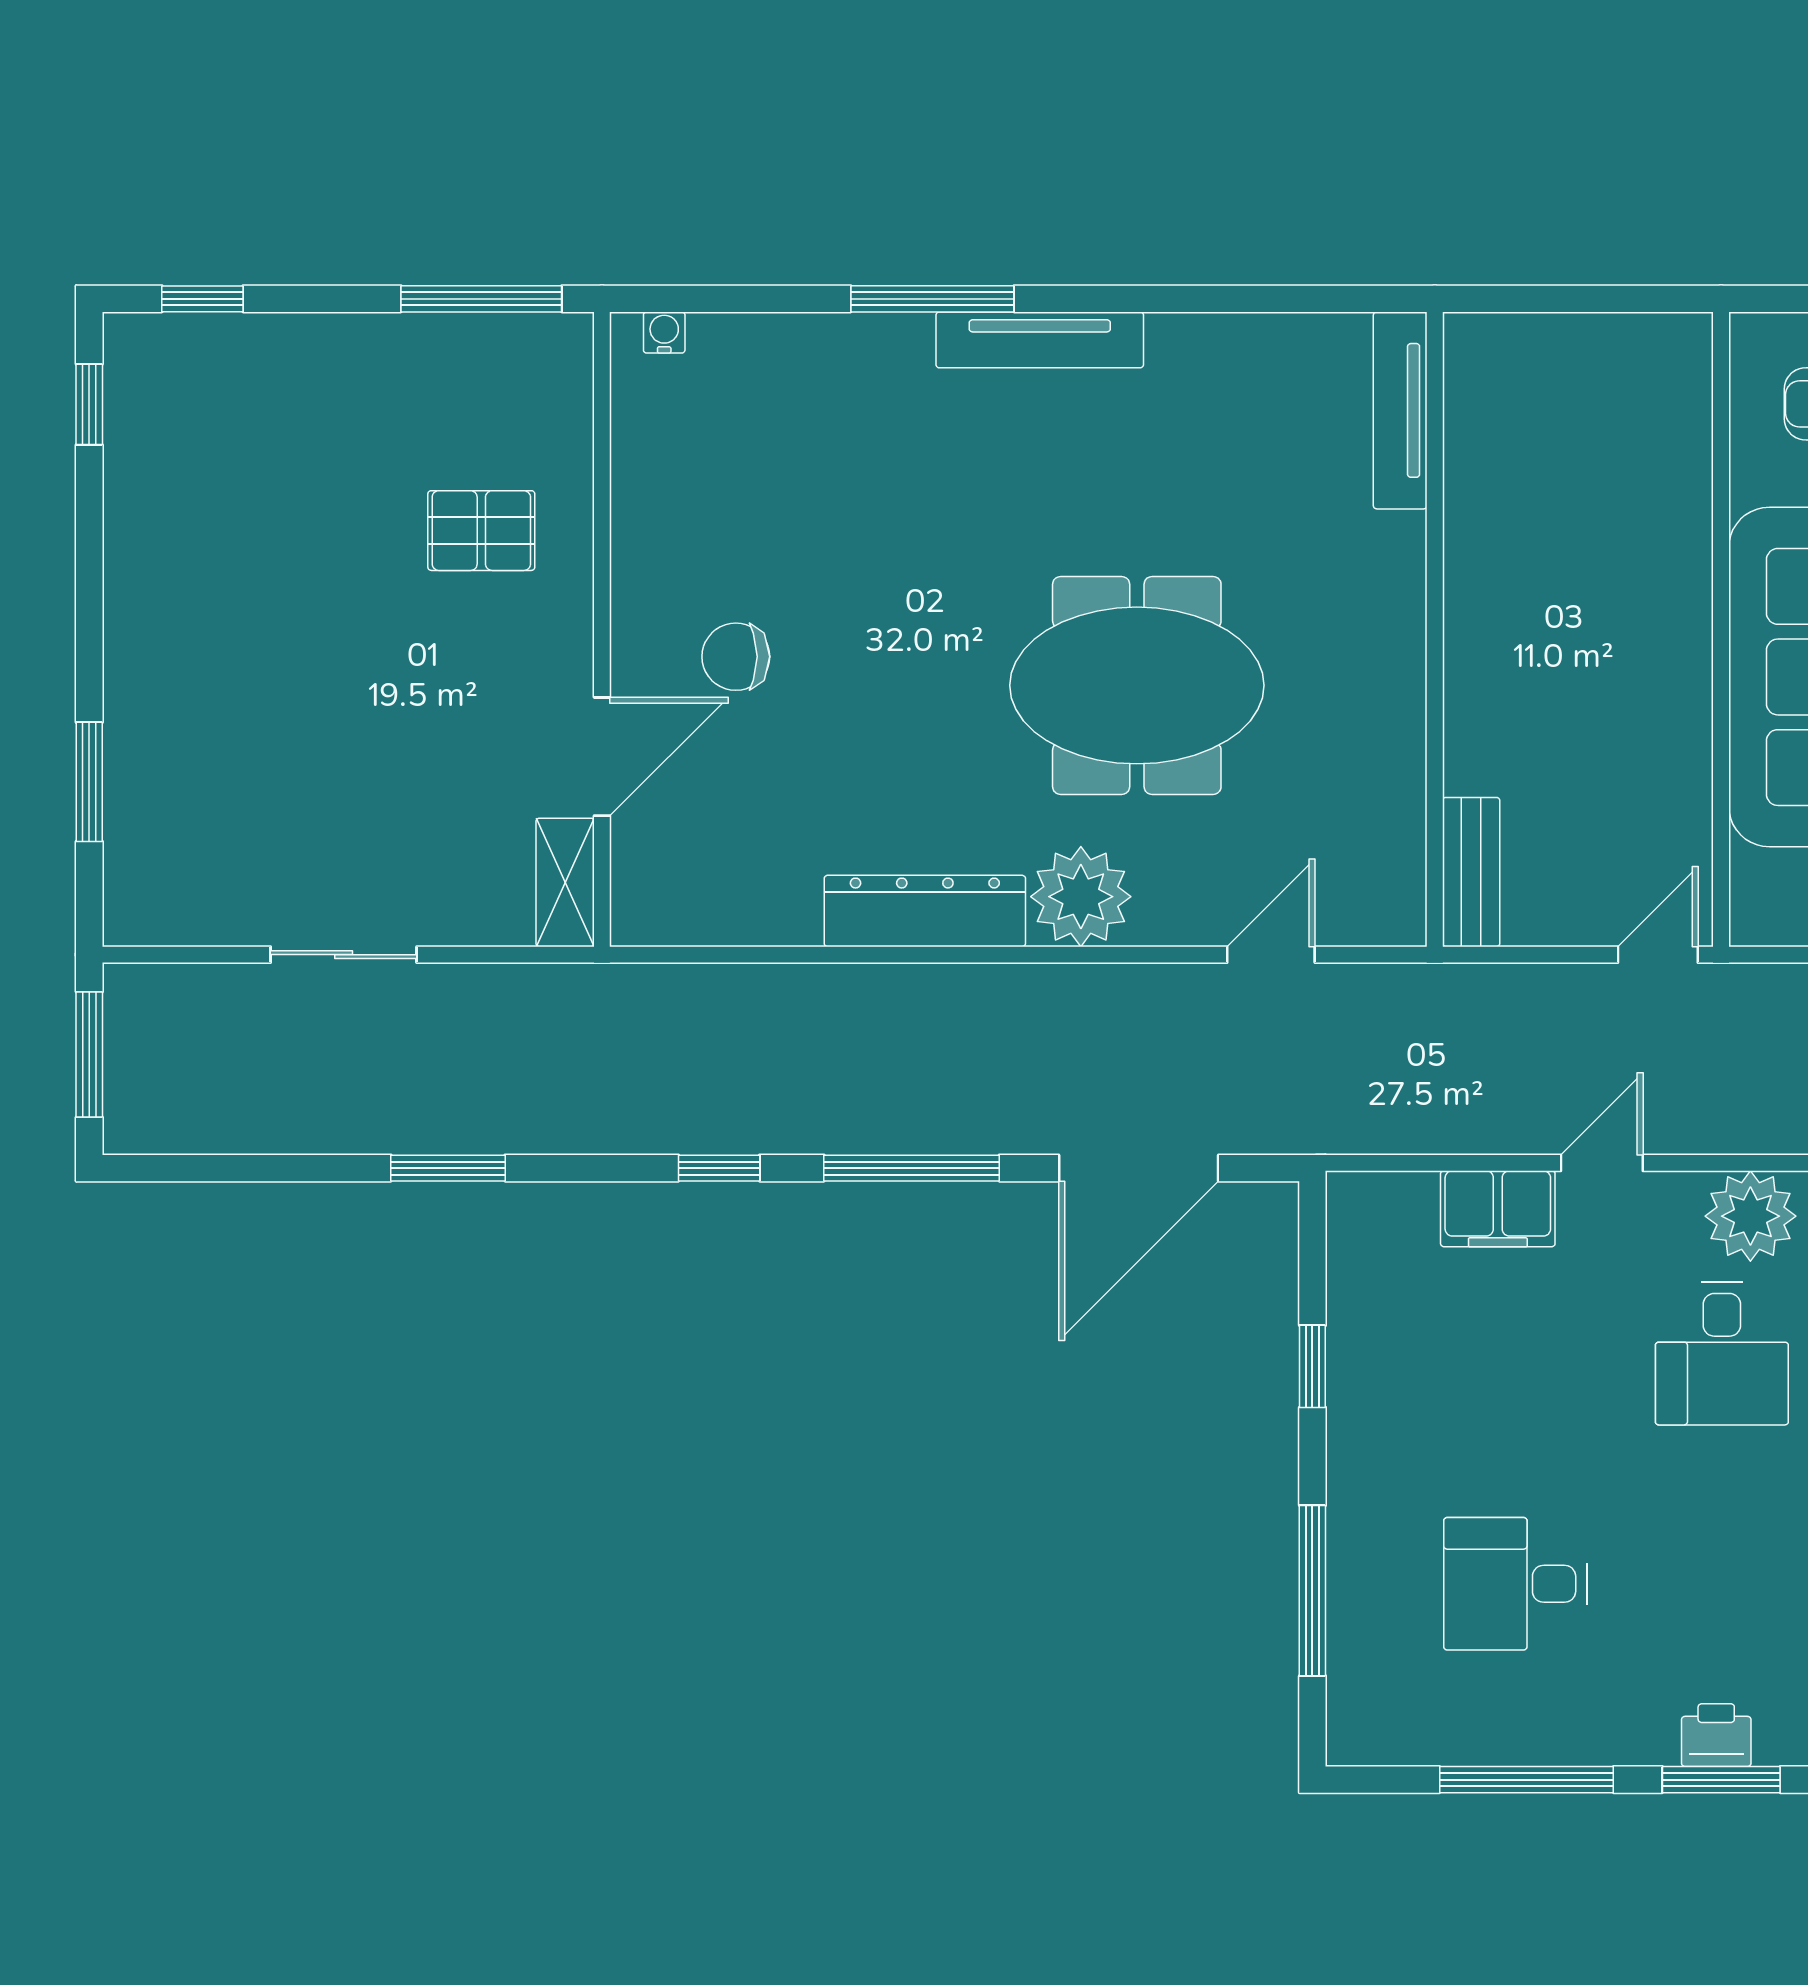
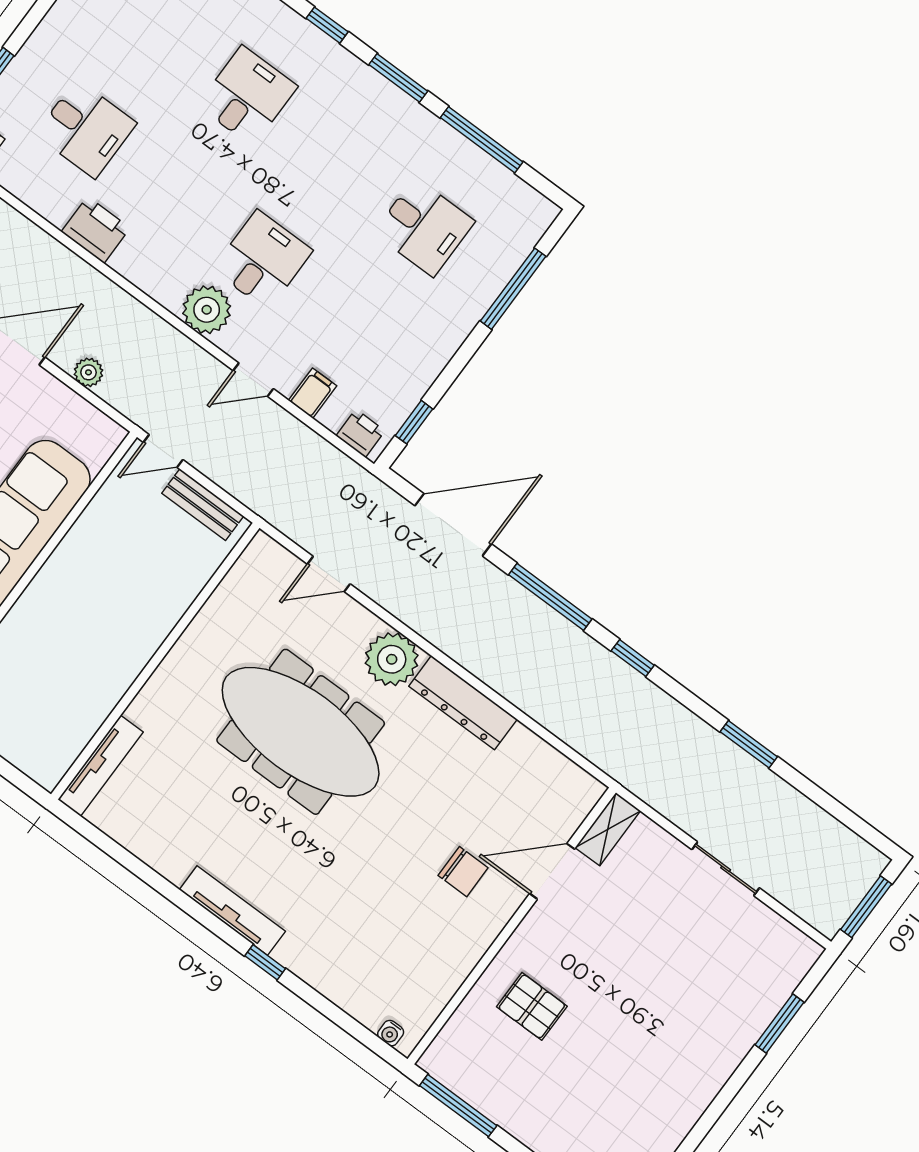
window: (932, 299) -> (265, 962), width x0.46
meeting table: (1137, 685) -> (301, 732), width x1.36
bench: (1471, 872) -> (203, 505), moved, turned 90
filing cabinet: (1498, 1209) -> (312, 393), width x0.50
window: (1312, 1366) -> (414, 422), moved
printer: (1716, 1735) -> (361, 433), moved, turned 180

